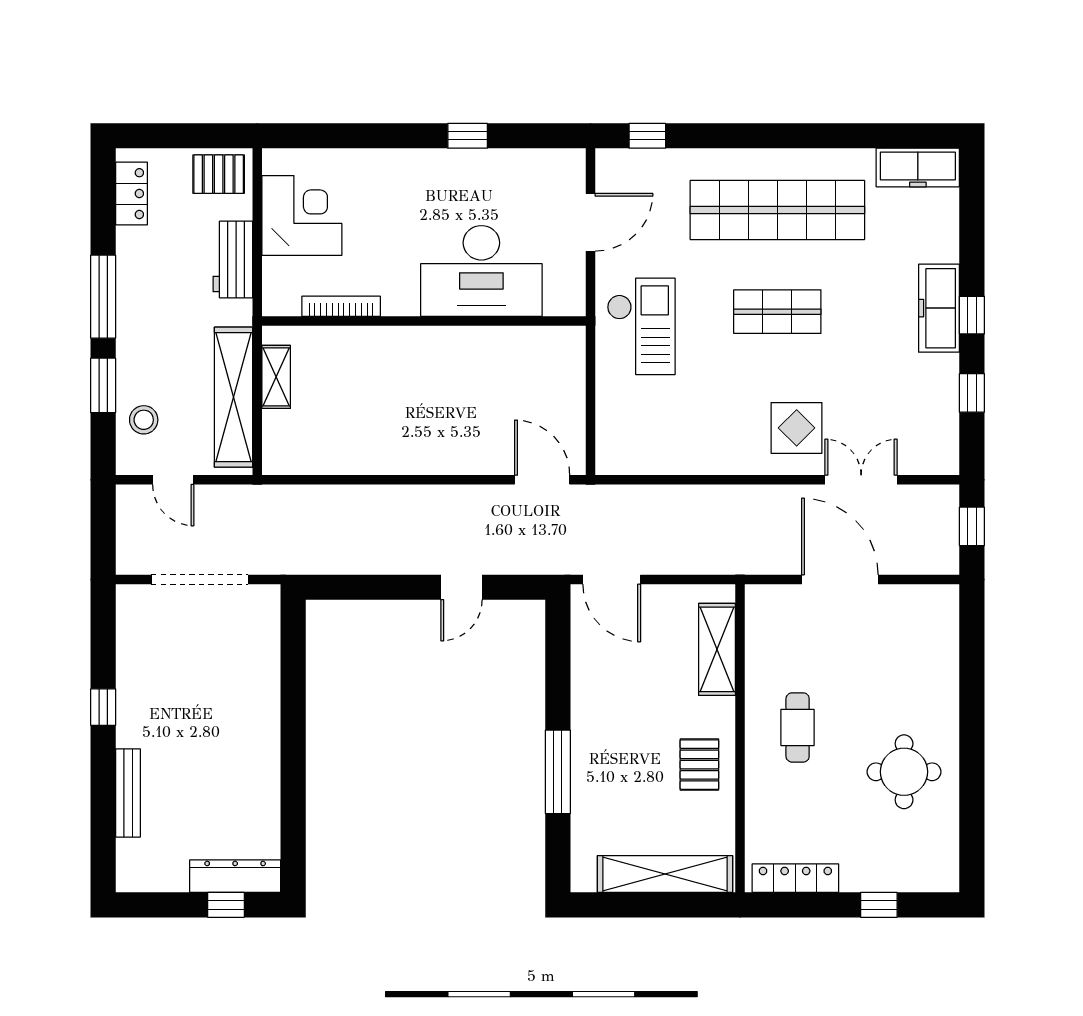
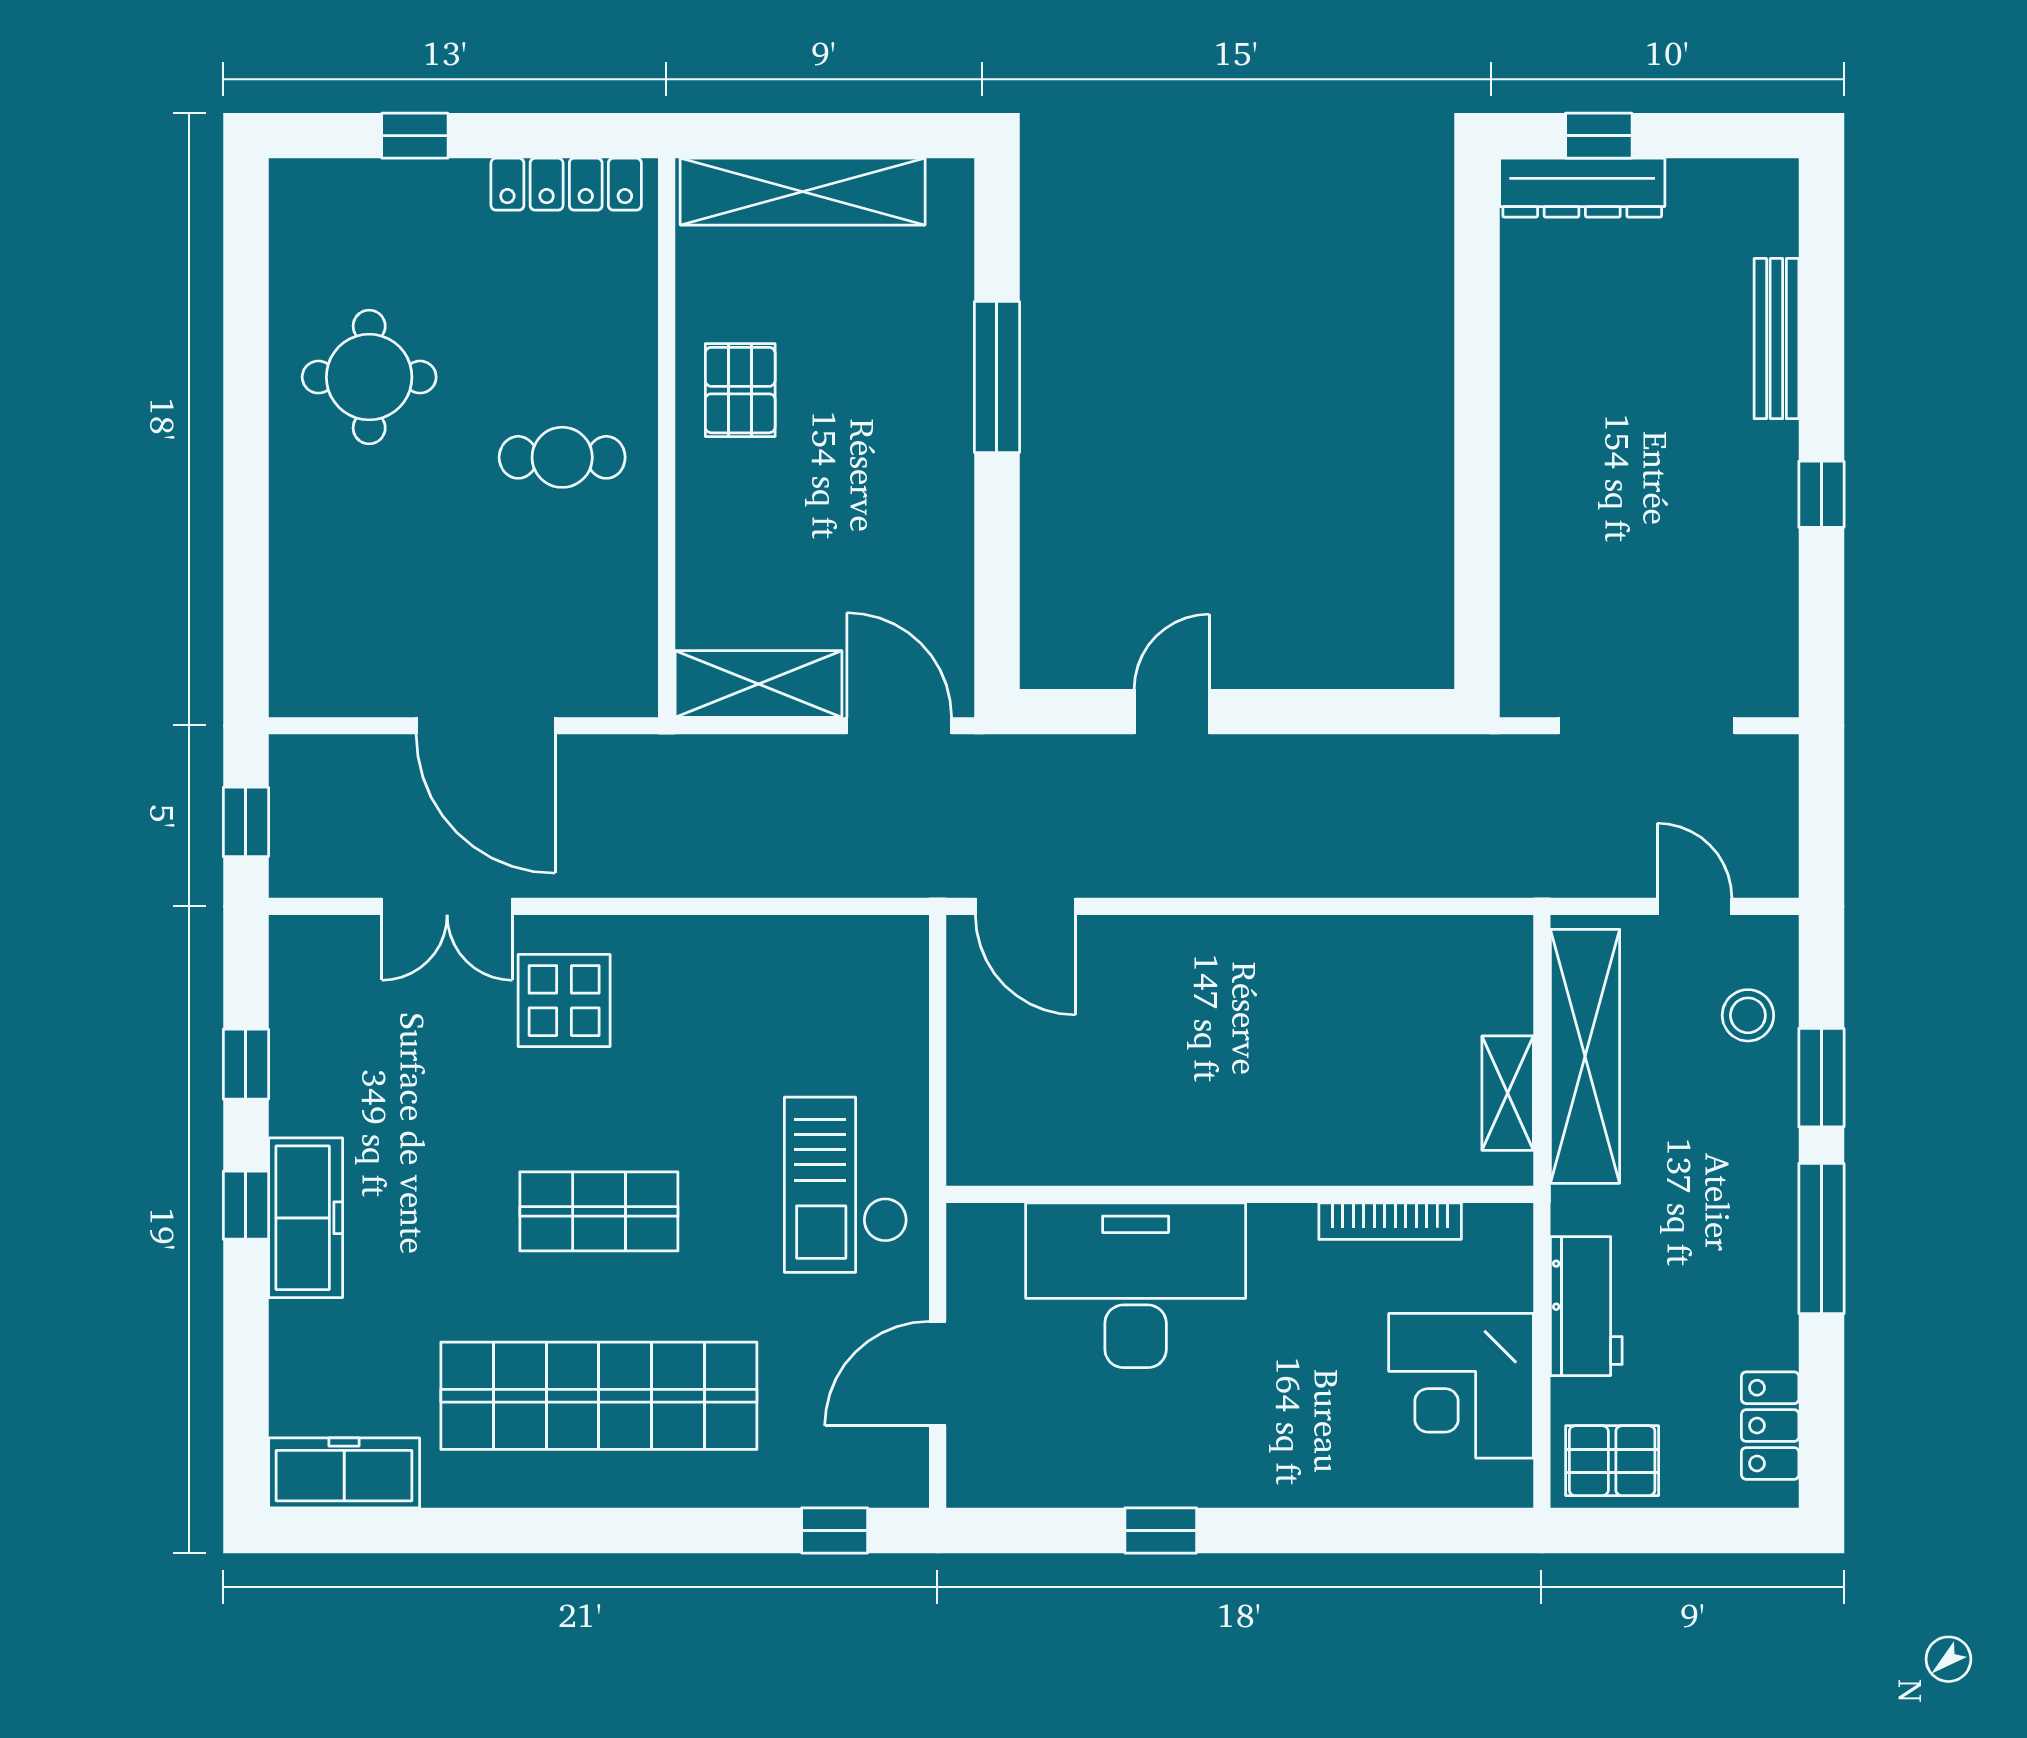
shelving: (717, 649) -> (758, 684), moved, turned 90
cafe table: (798, 727) -> (562, 457), turned 90

